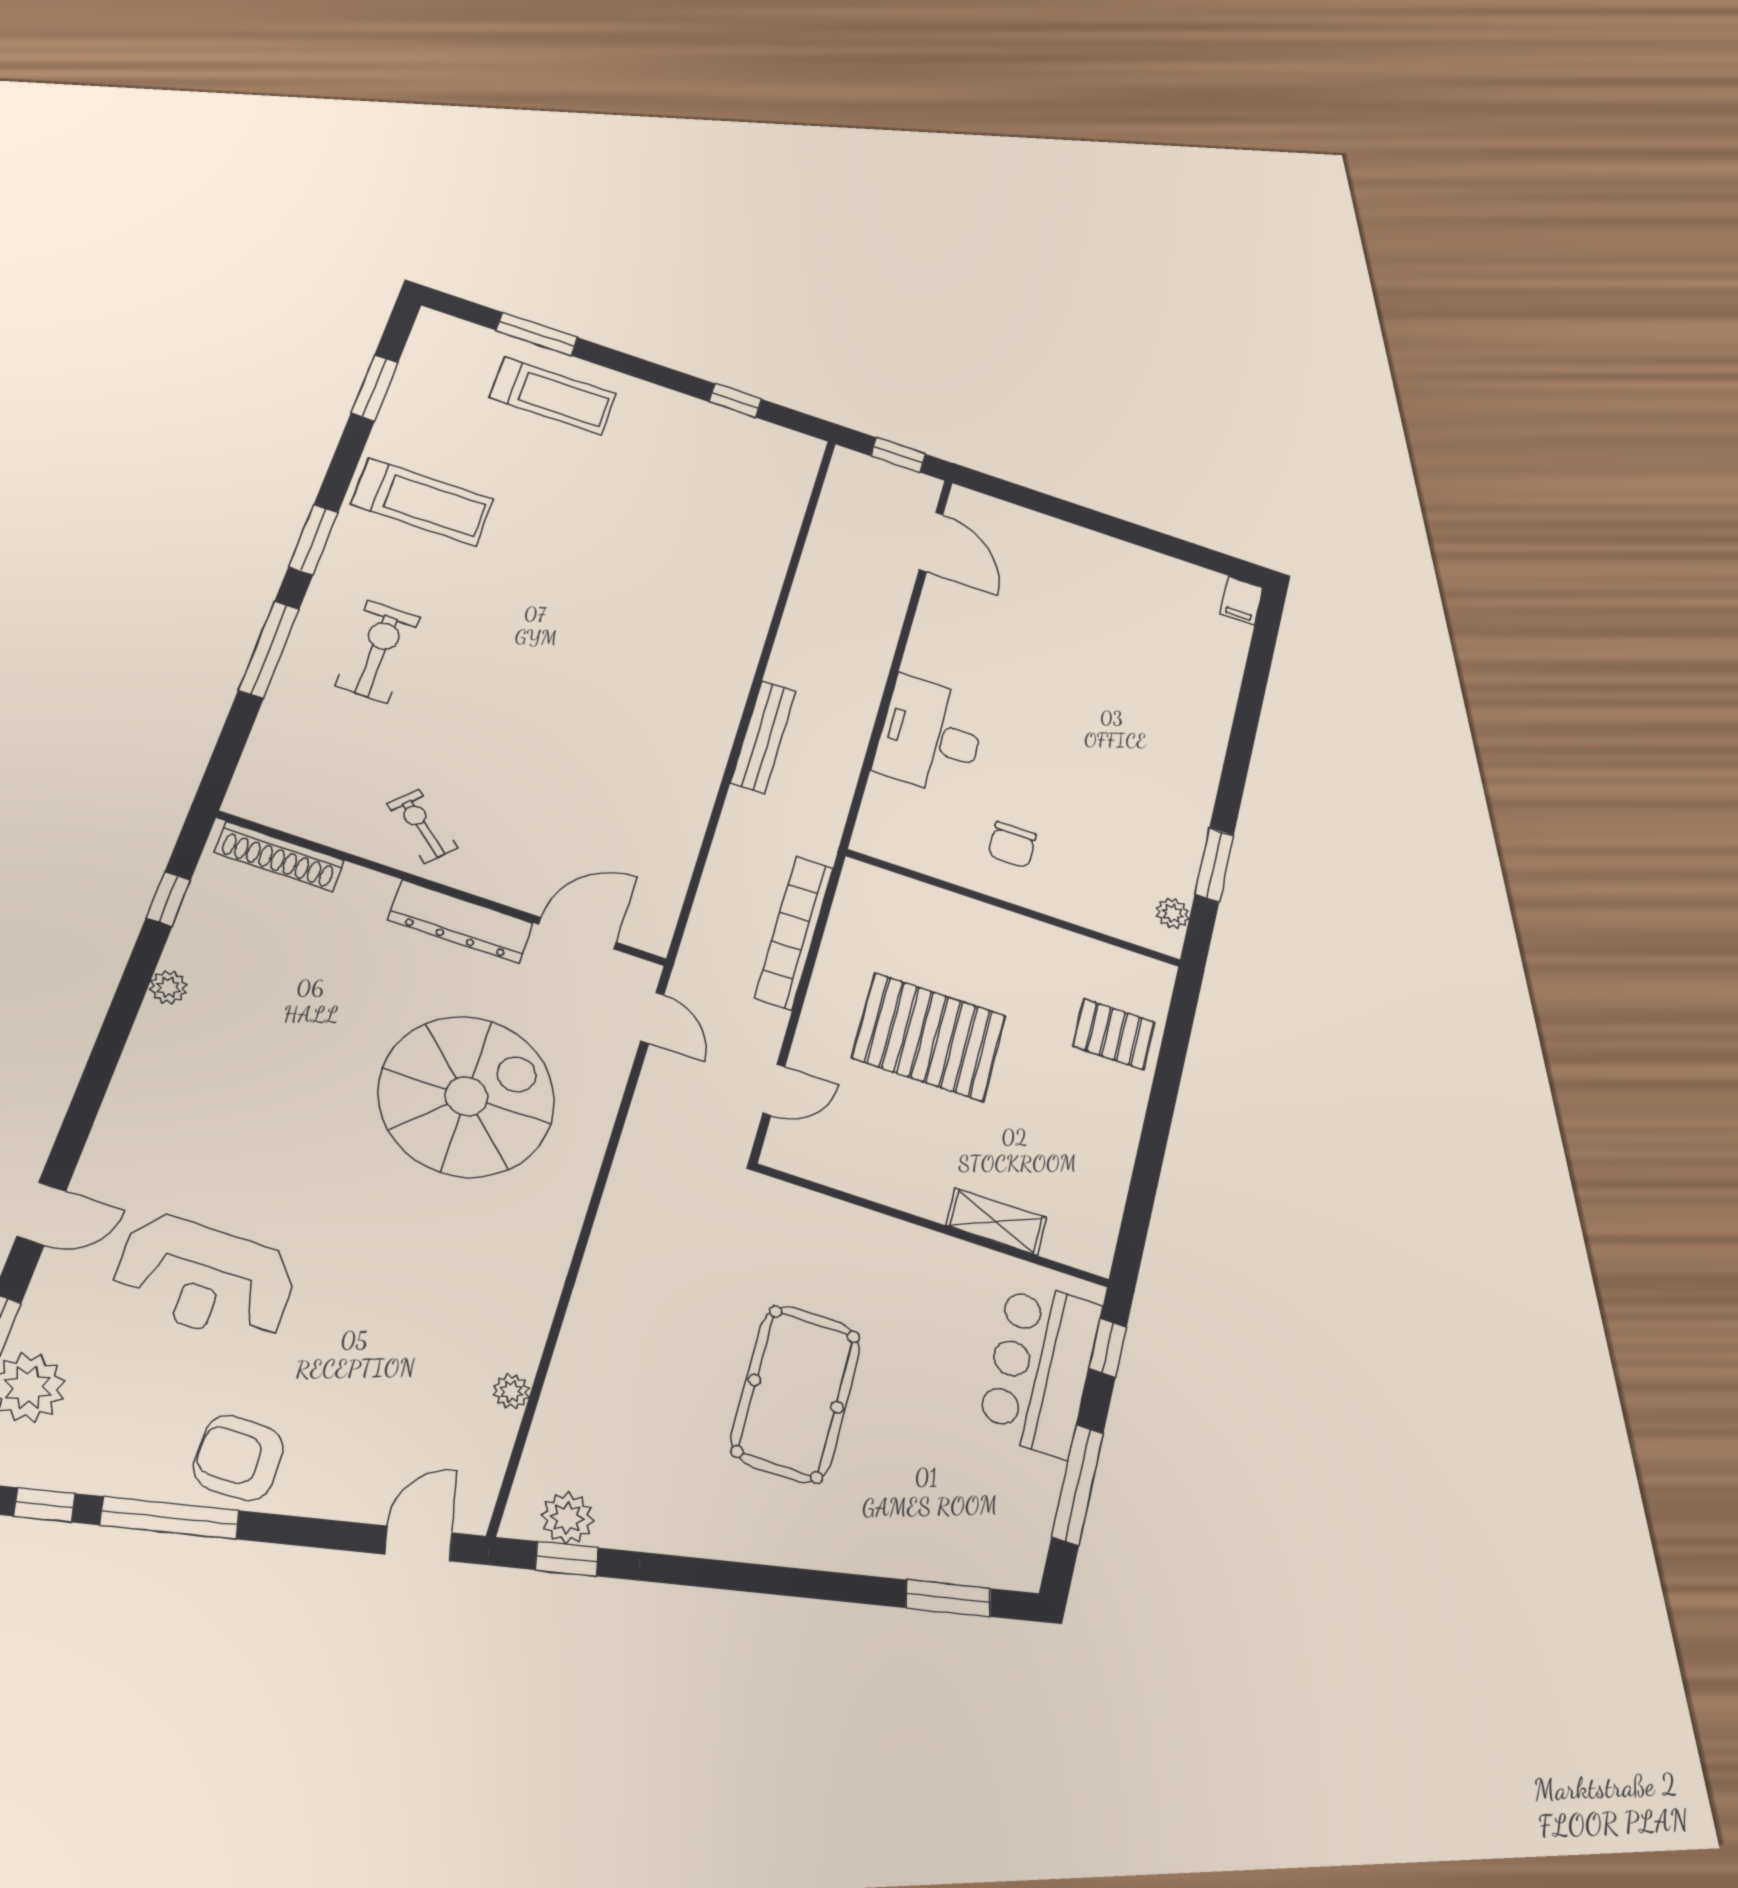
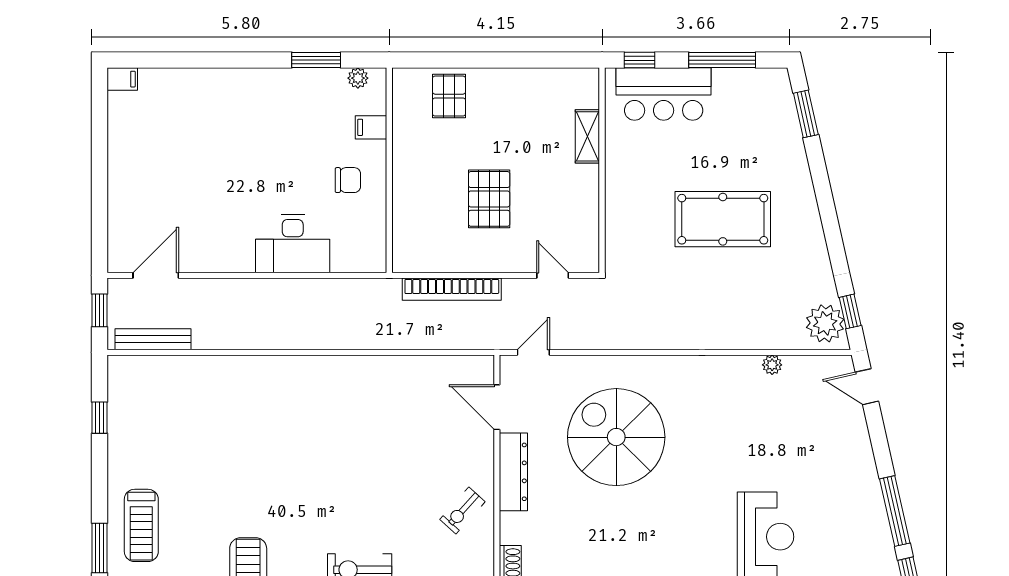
treadmill: (553, 396) -> (141, 525), turned 180
bench: (763, 737) -> (153, 339), moved
filing cabinet: (1089, 905) -> (371, 127), added
pallet: (929, 1037) -> (489, 199), width x0.73, depth x0.71
armchair: (238, 1458) -> (853, 488), removed
plant: (567, 1518) -> (825, 323), width x1.36, depth x1.36

